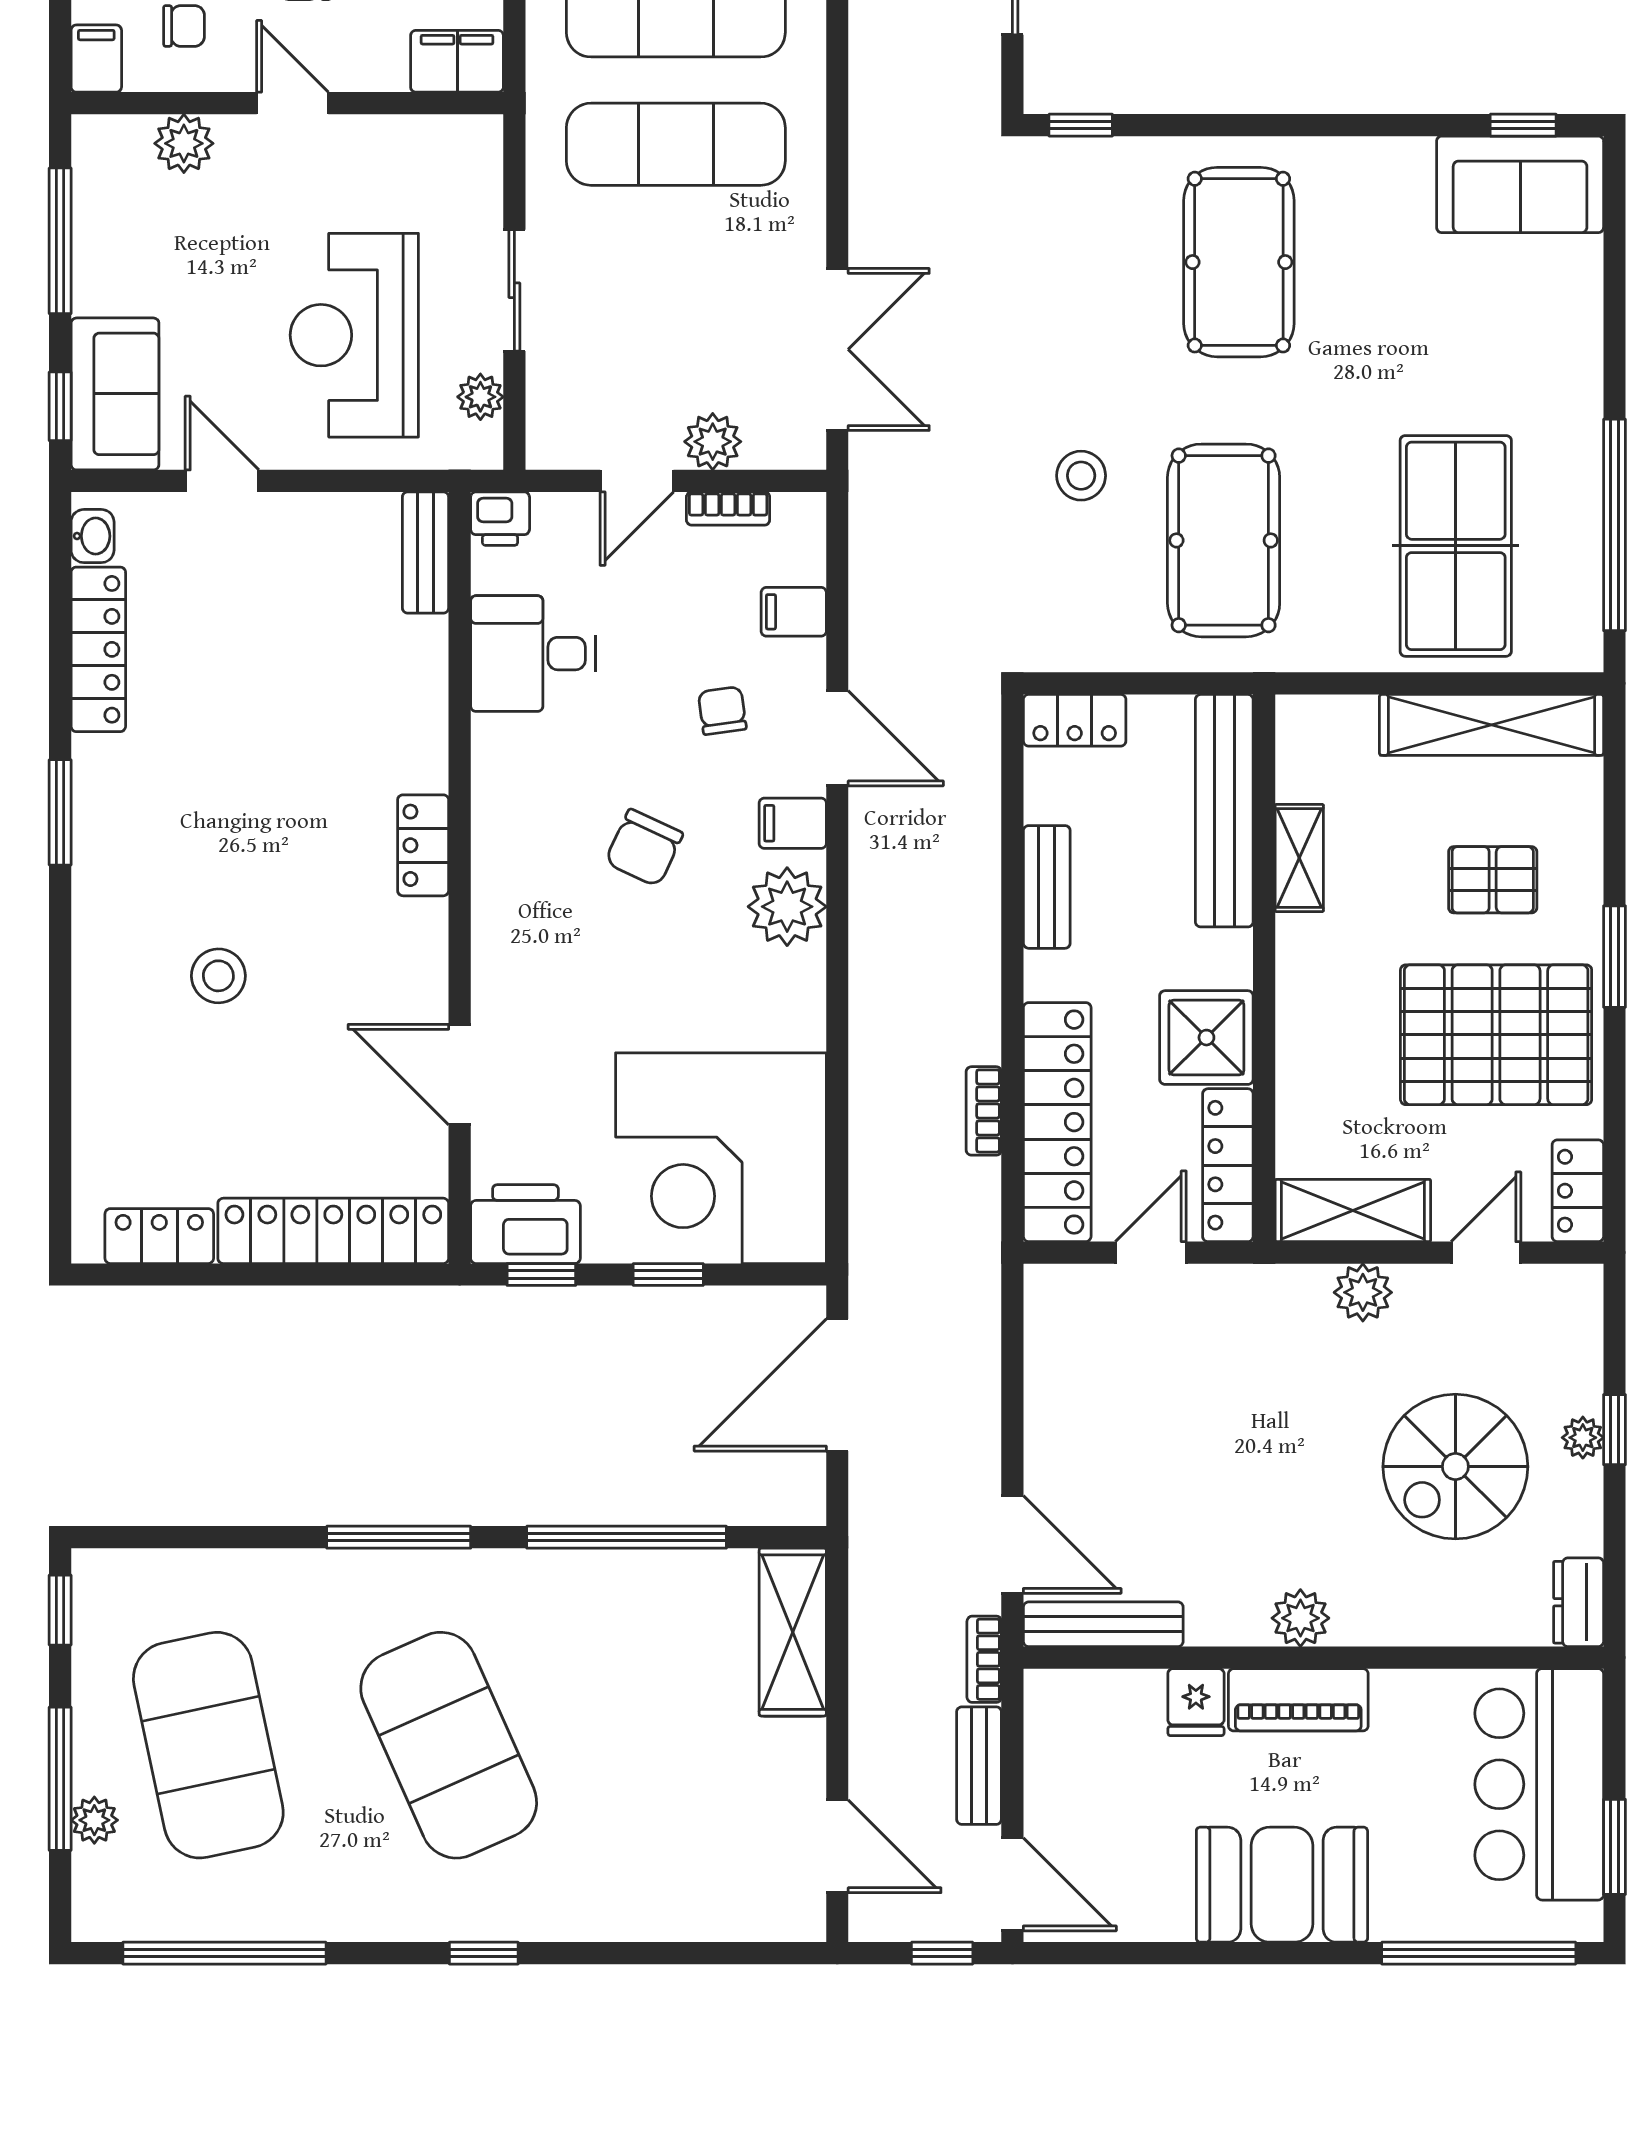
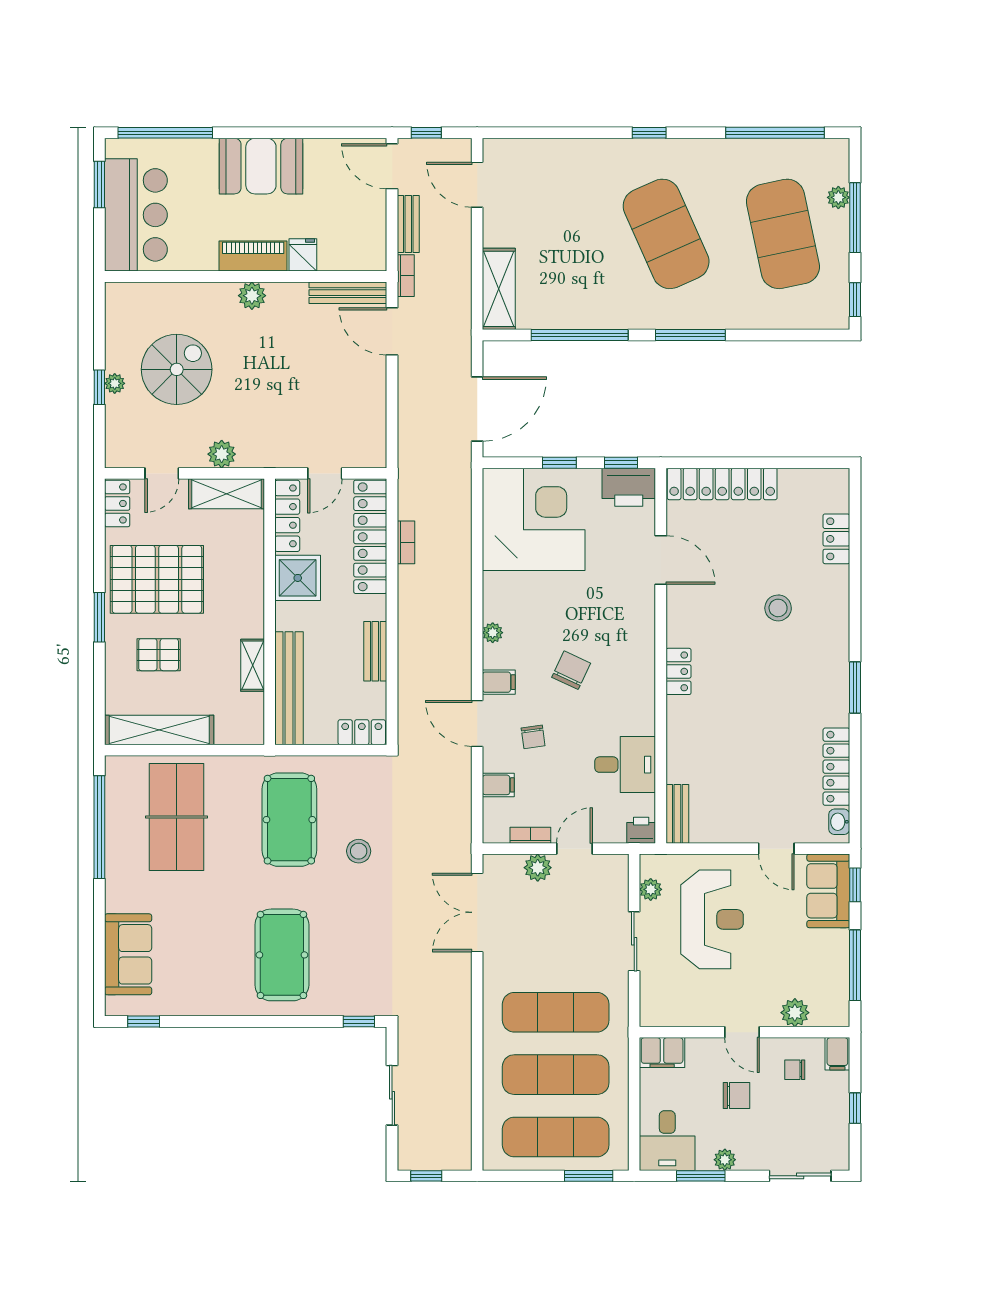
sofa: (1520, 184) -> (128, 954), moved, turned 90
plant: (787, 907) -> (493, 633), width x0.53, depth x0.53
locker: (159, 1236) -> (836, 539), moved, turned 90
dresser: (1579, 1602) -> (117, 303), removed

